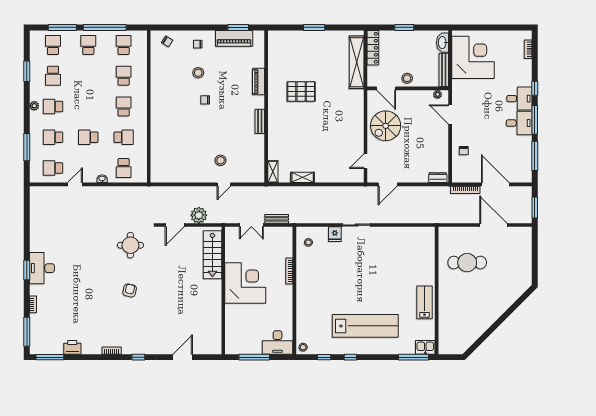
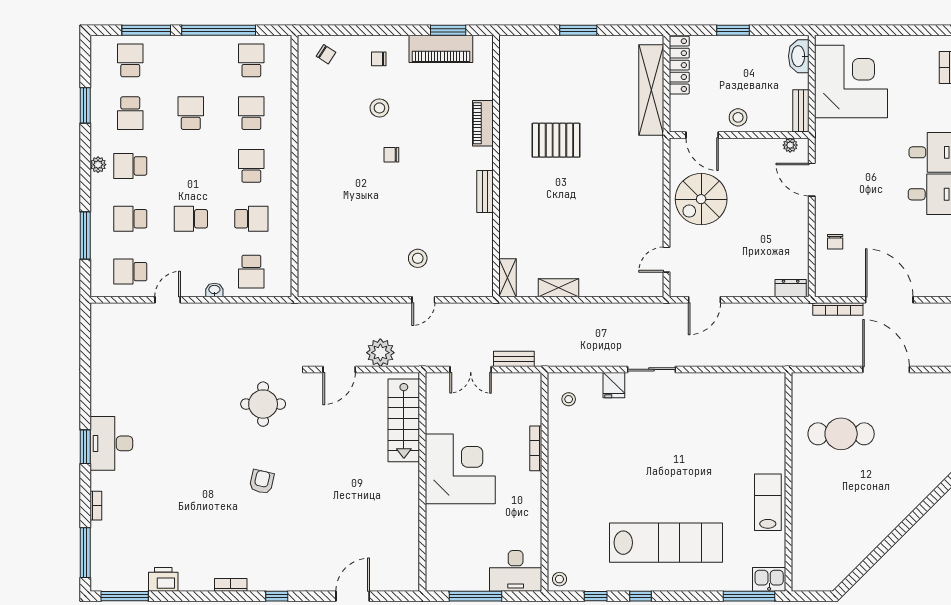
school desk: (88, 45) -> (191, 113), moved
bench: (444, 70) -> (801, 111), width x0.73

